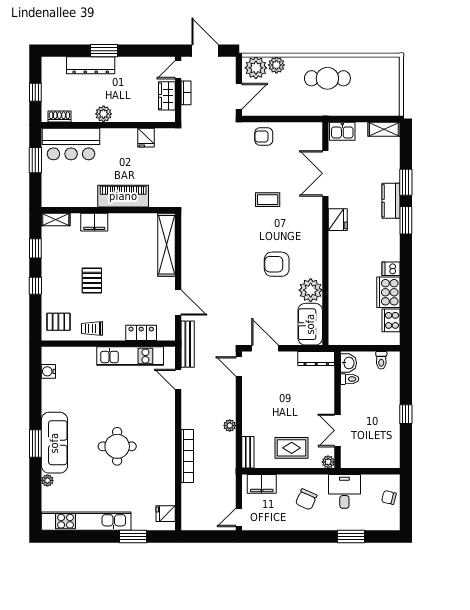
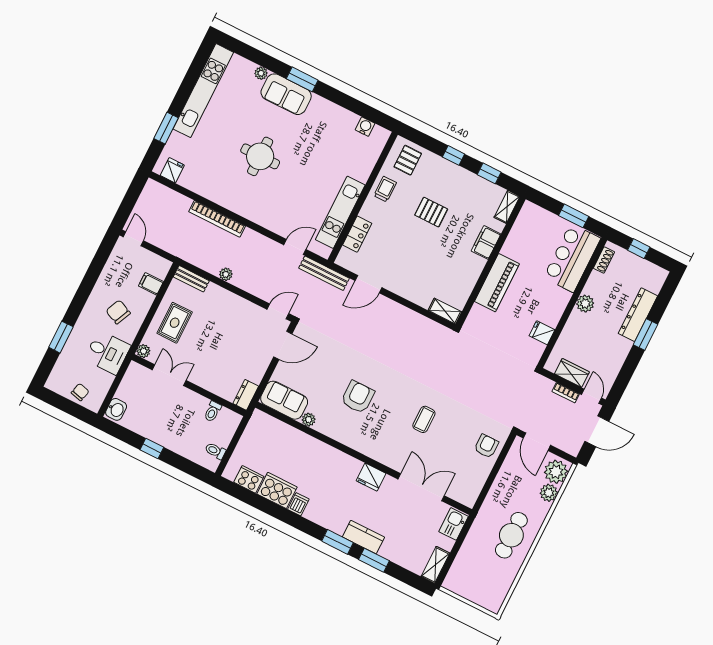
shelving: (166, 245) -> (445, 311), width x0.45, depth x0.75
plant: (311, 290) -> (309, 420), width x0.53, depth x0.53
dresser: (316, 358) -> (246, 395), width x0.70
washbasin: (348, 363) -> (116, 409), moved, turned -90
sofa: (54, 443) -> (286, 94), width x0.73
filing cabinet: (262, 484) -> (151, 284), width x0.50

